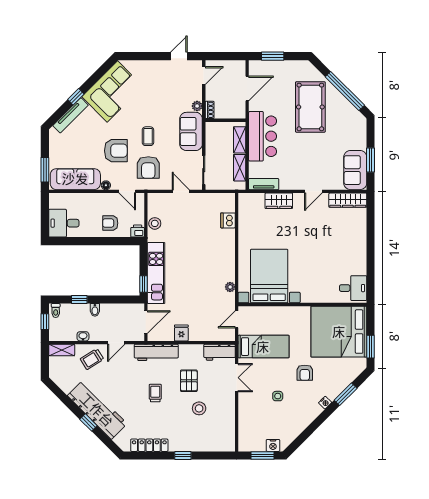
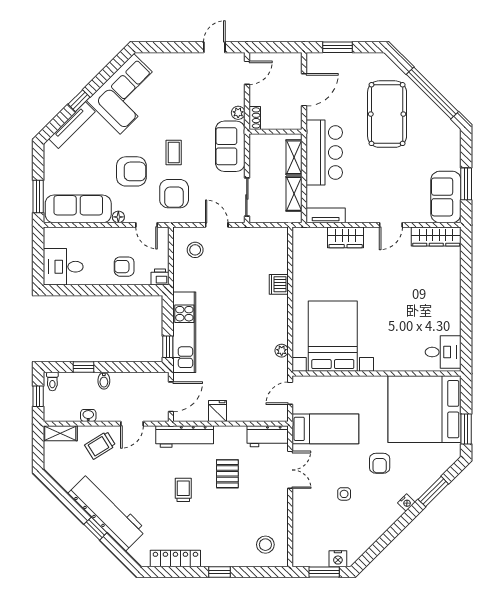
dishwasher: (228, 220) -> (279, 284), moved
stool: (155, 223) -> (195, 250), moved
stool: (199, 408) -> (265, 545), moved

